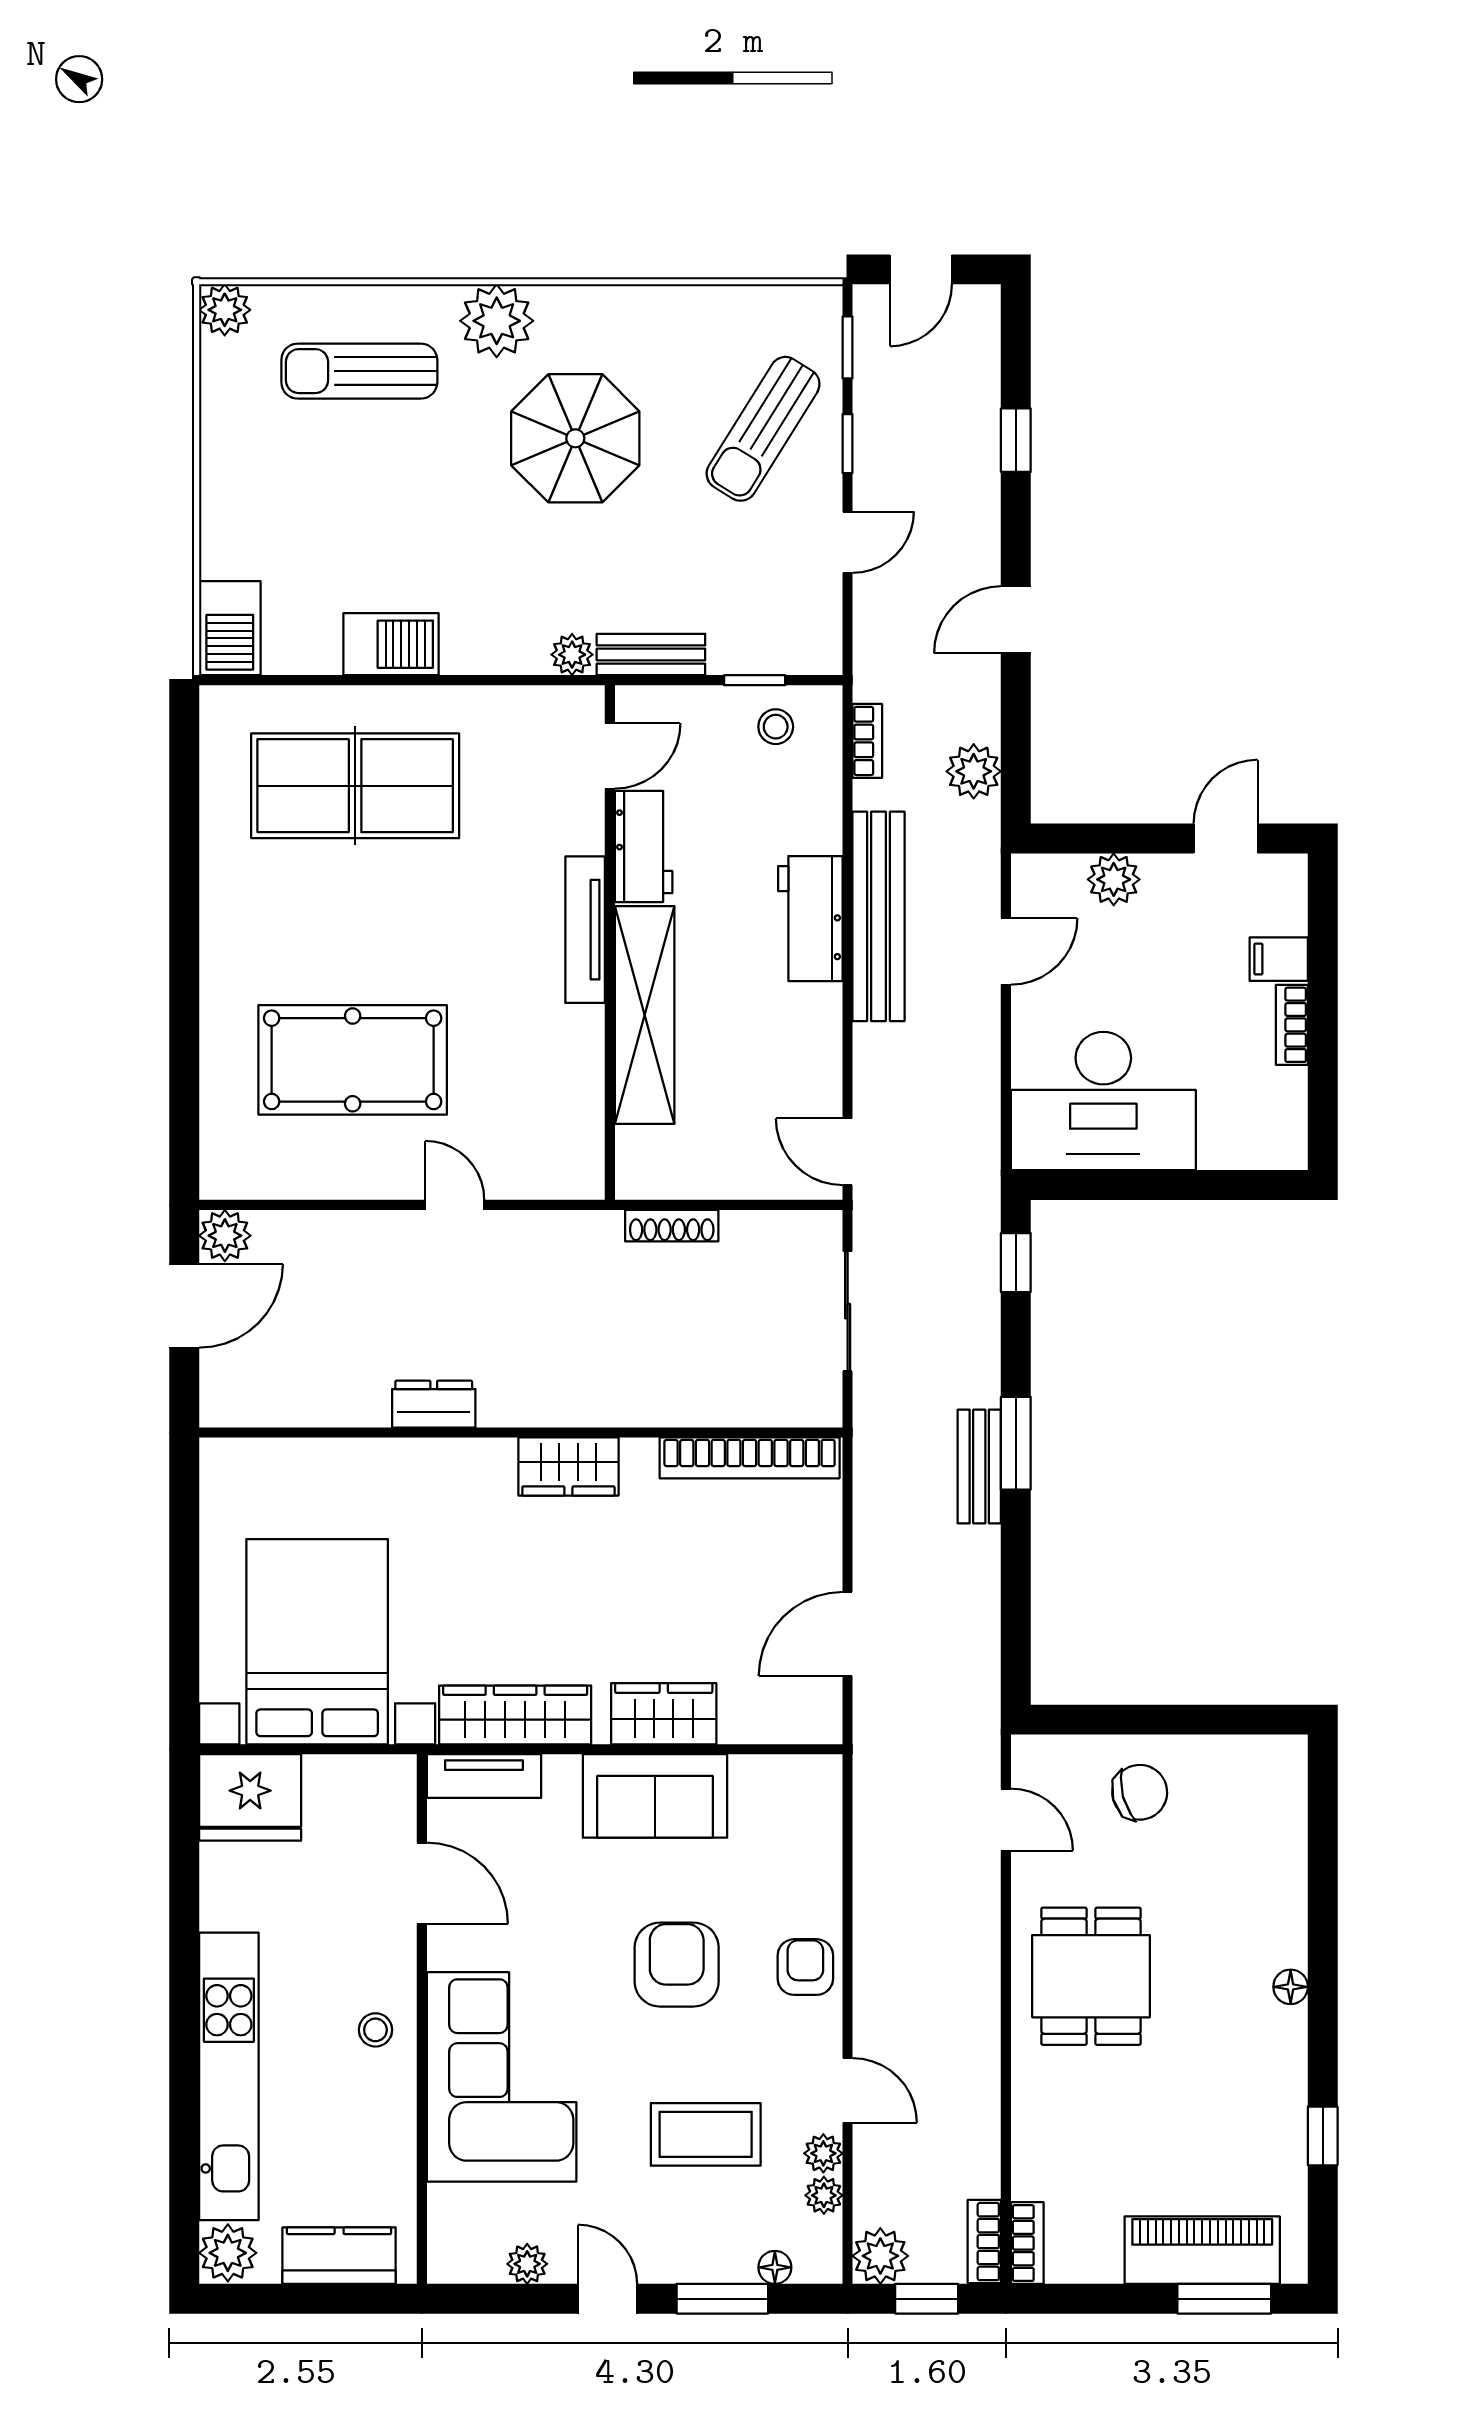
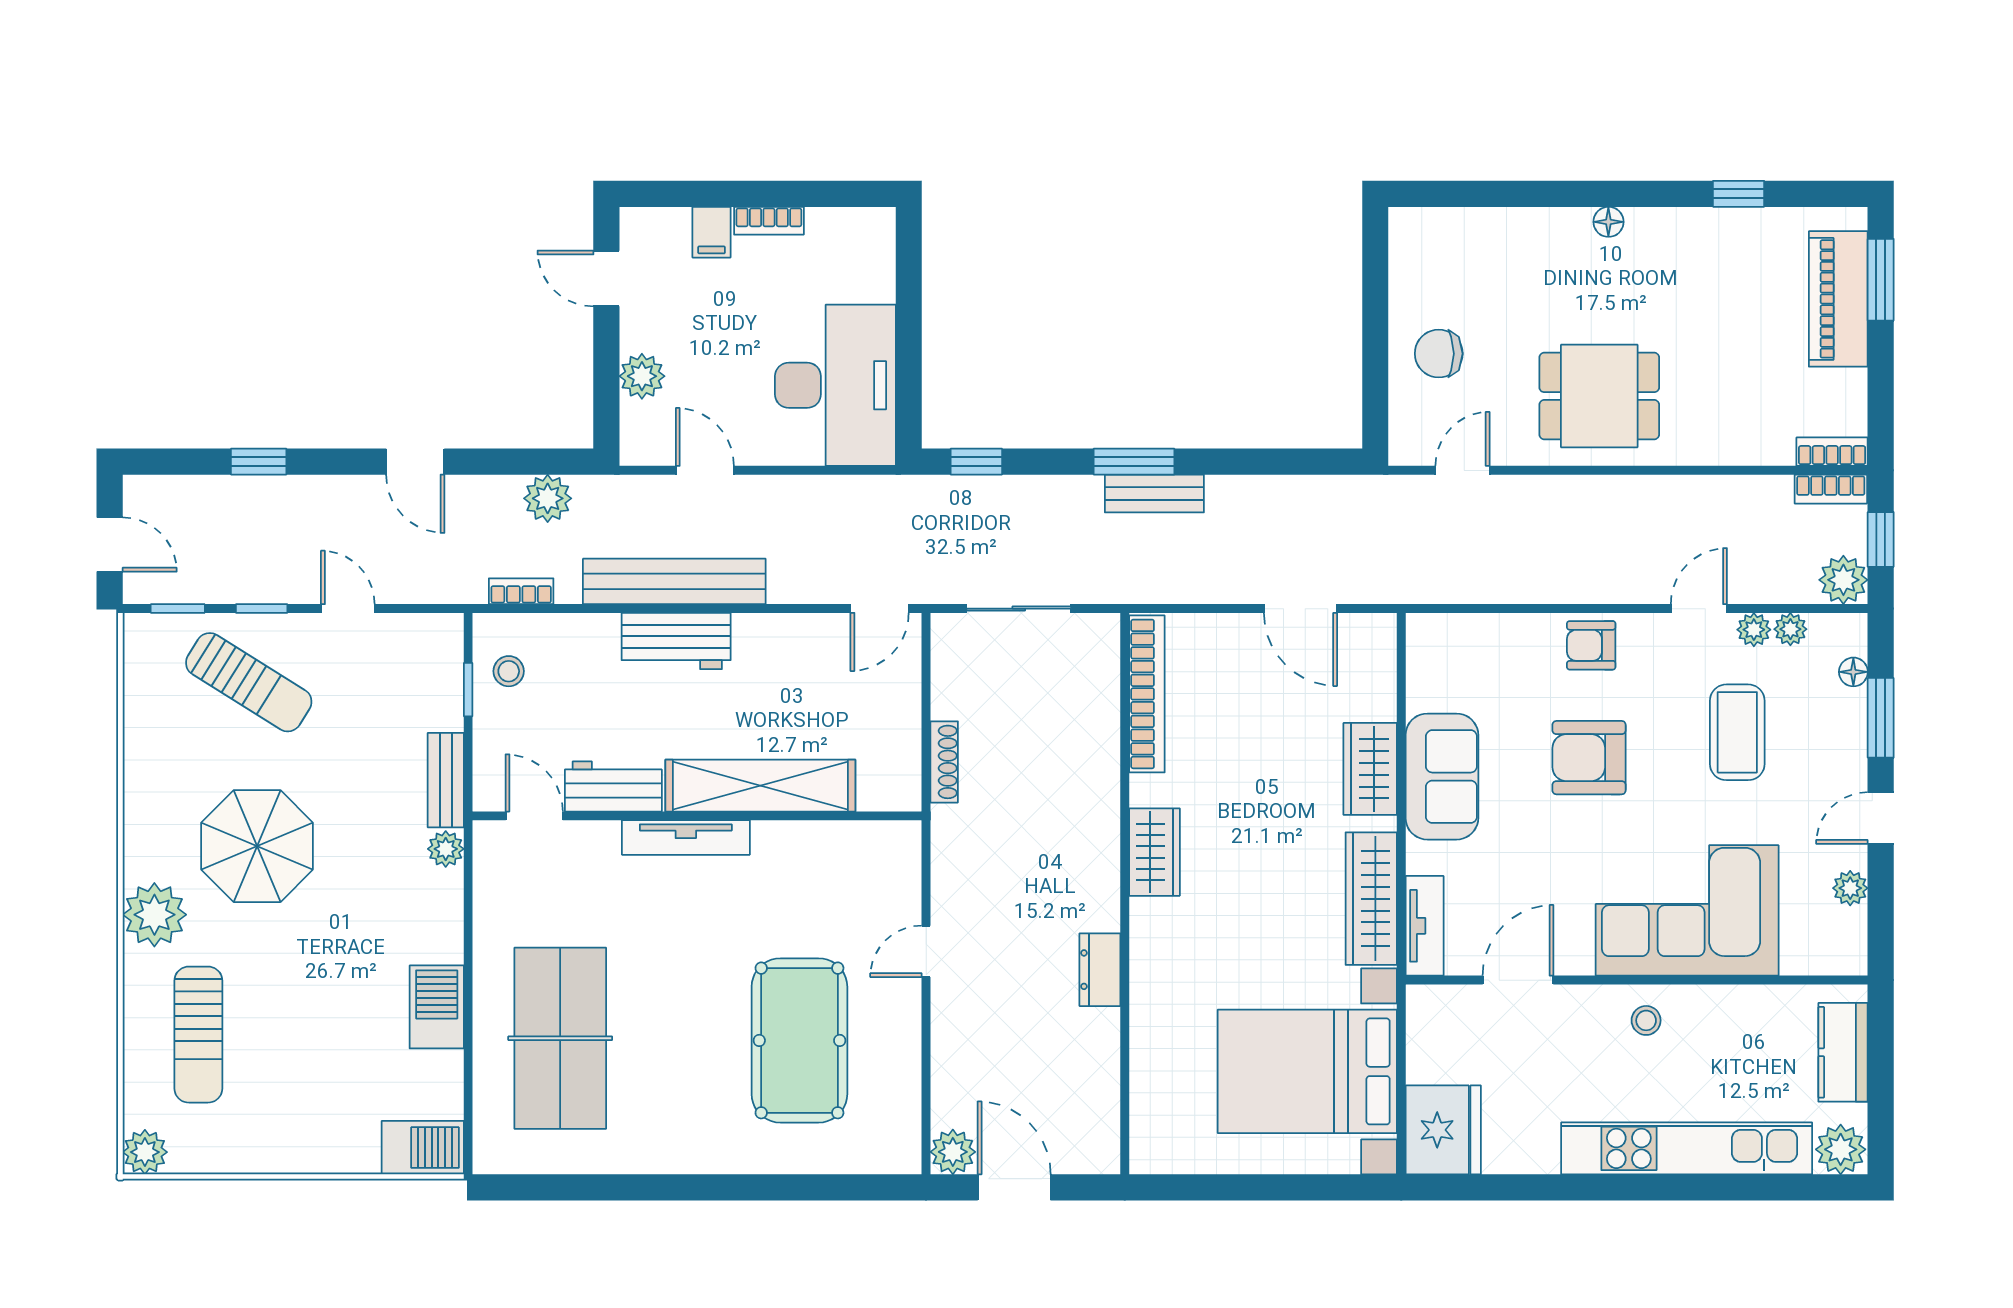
chair: (1140, 1792) -> (1439, 354), turned -75

